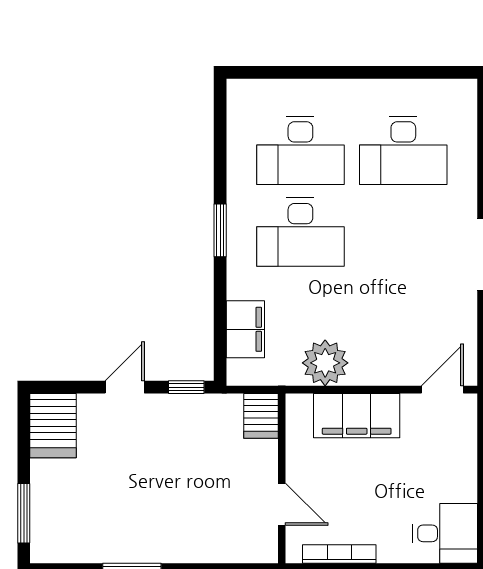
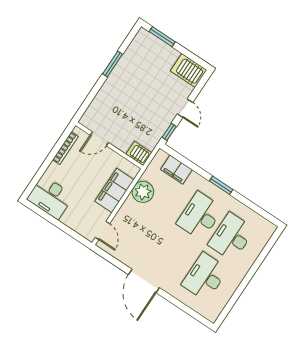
desk: (445, 533) -> (50, 197), width x1.37

